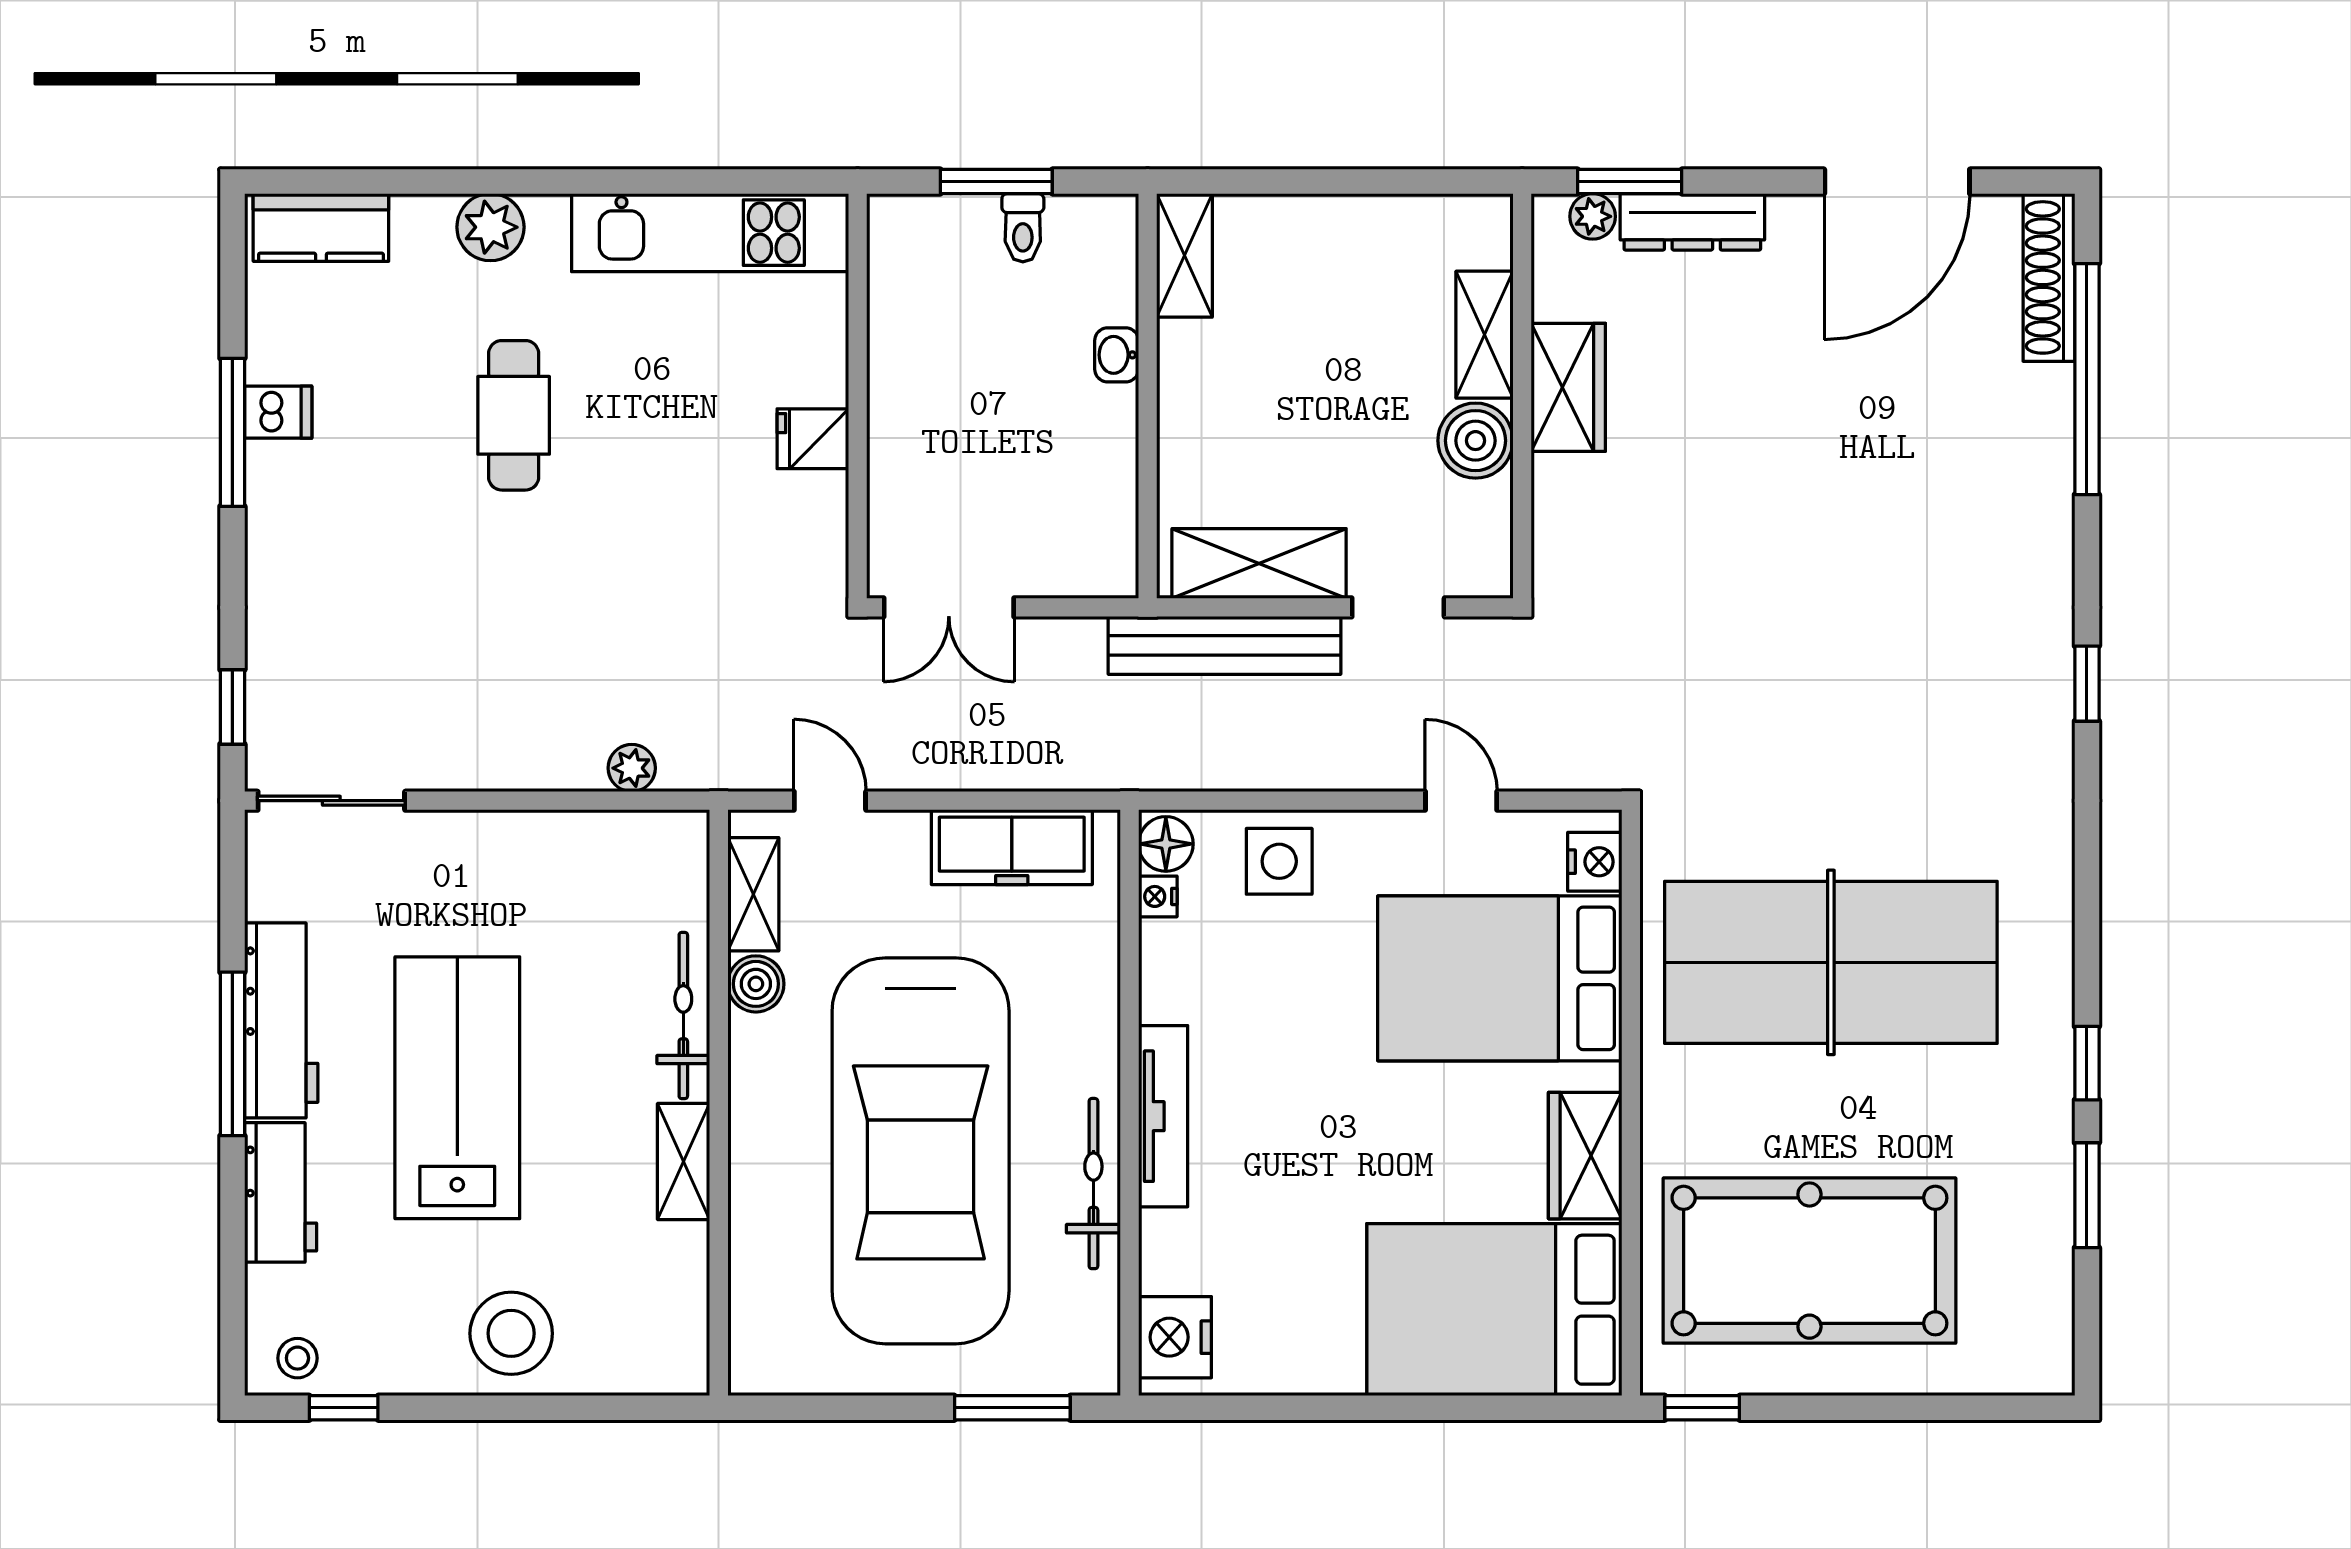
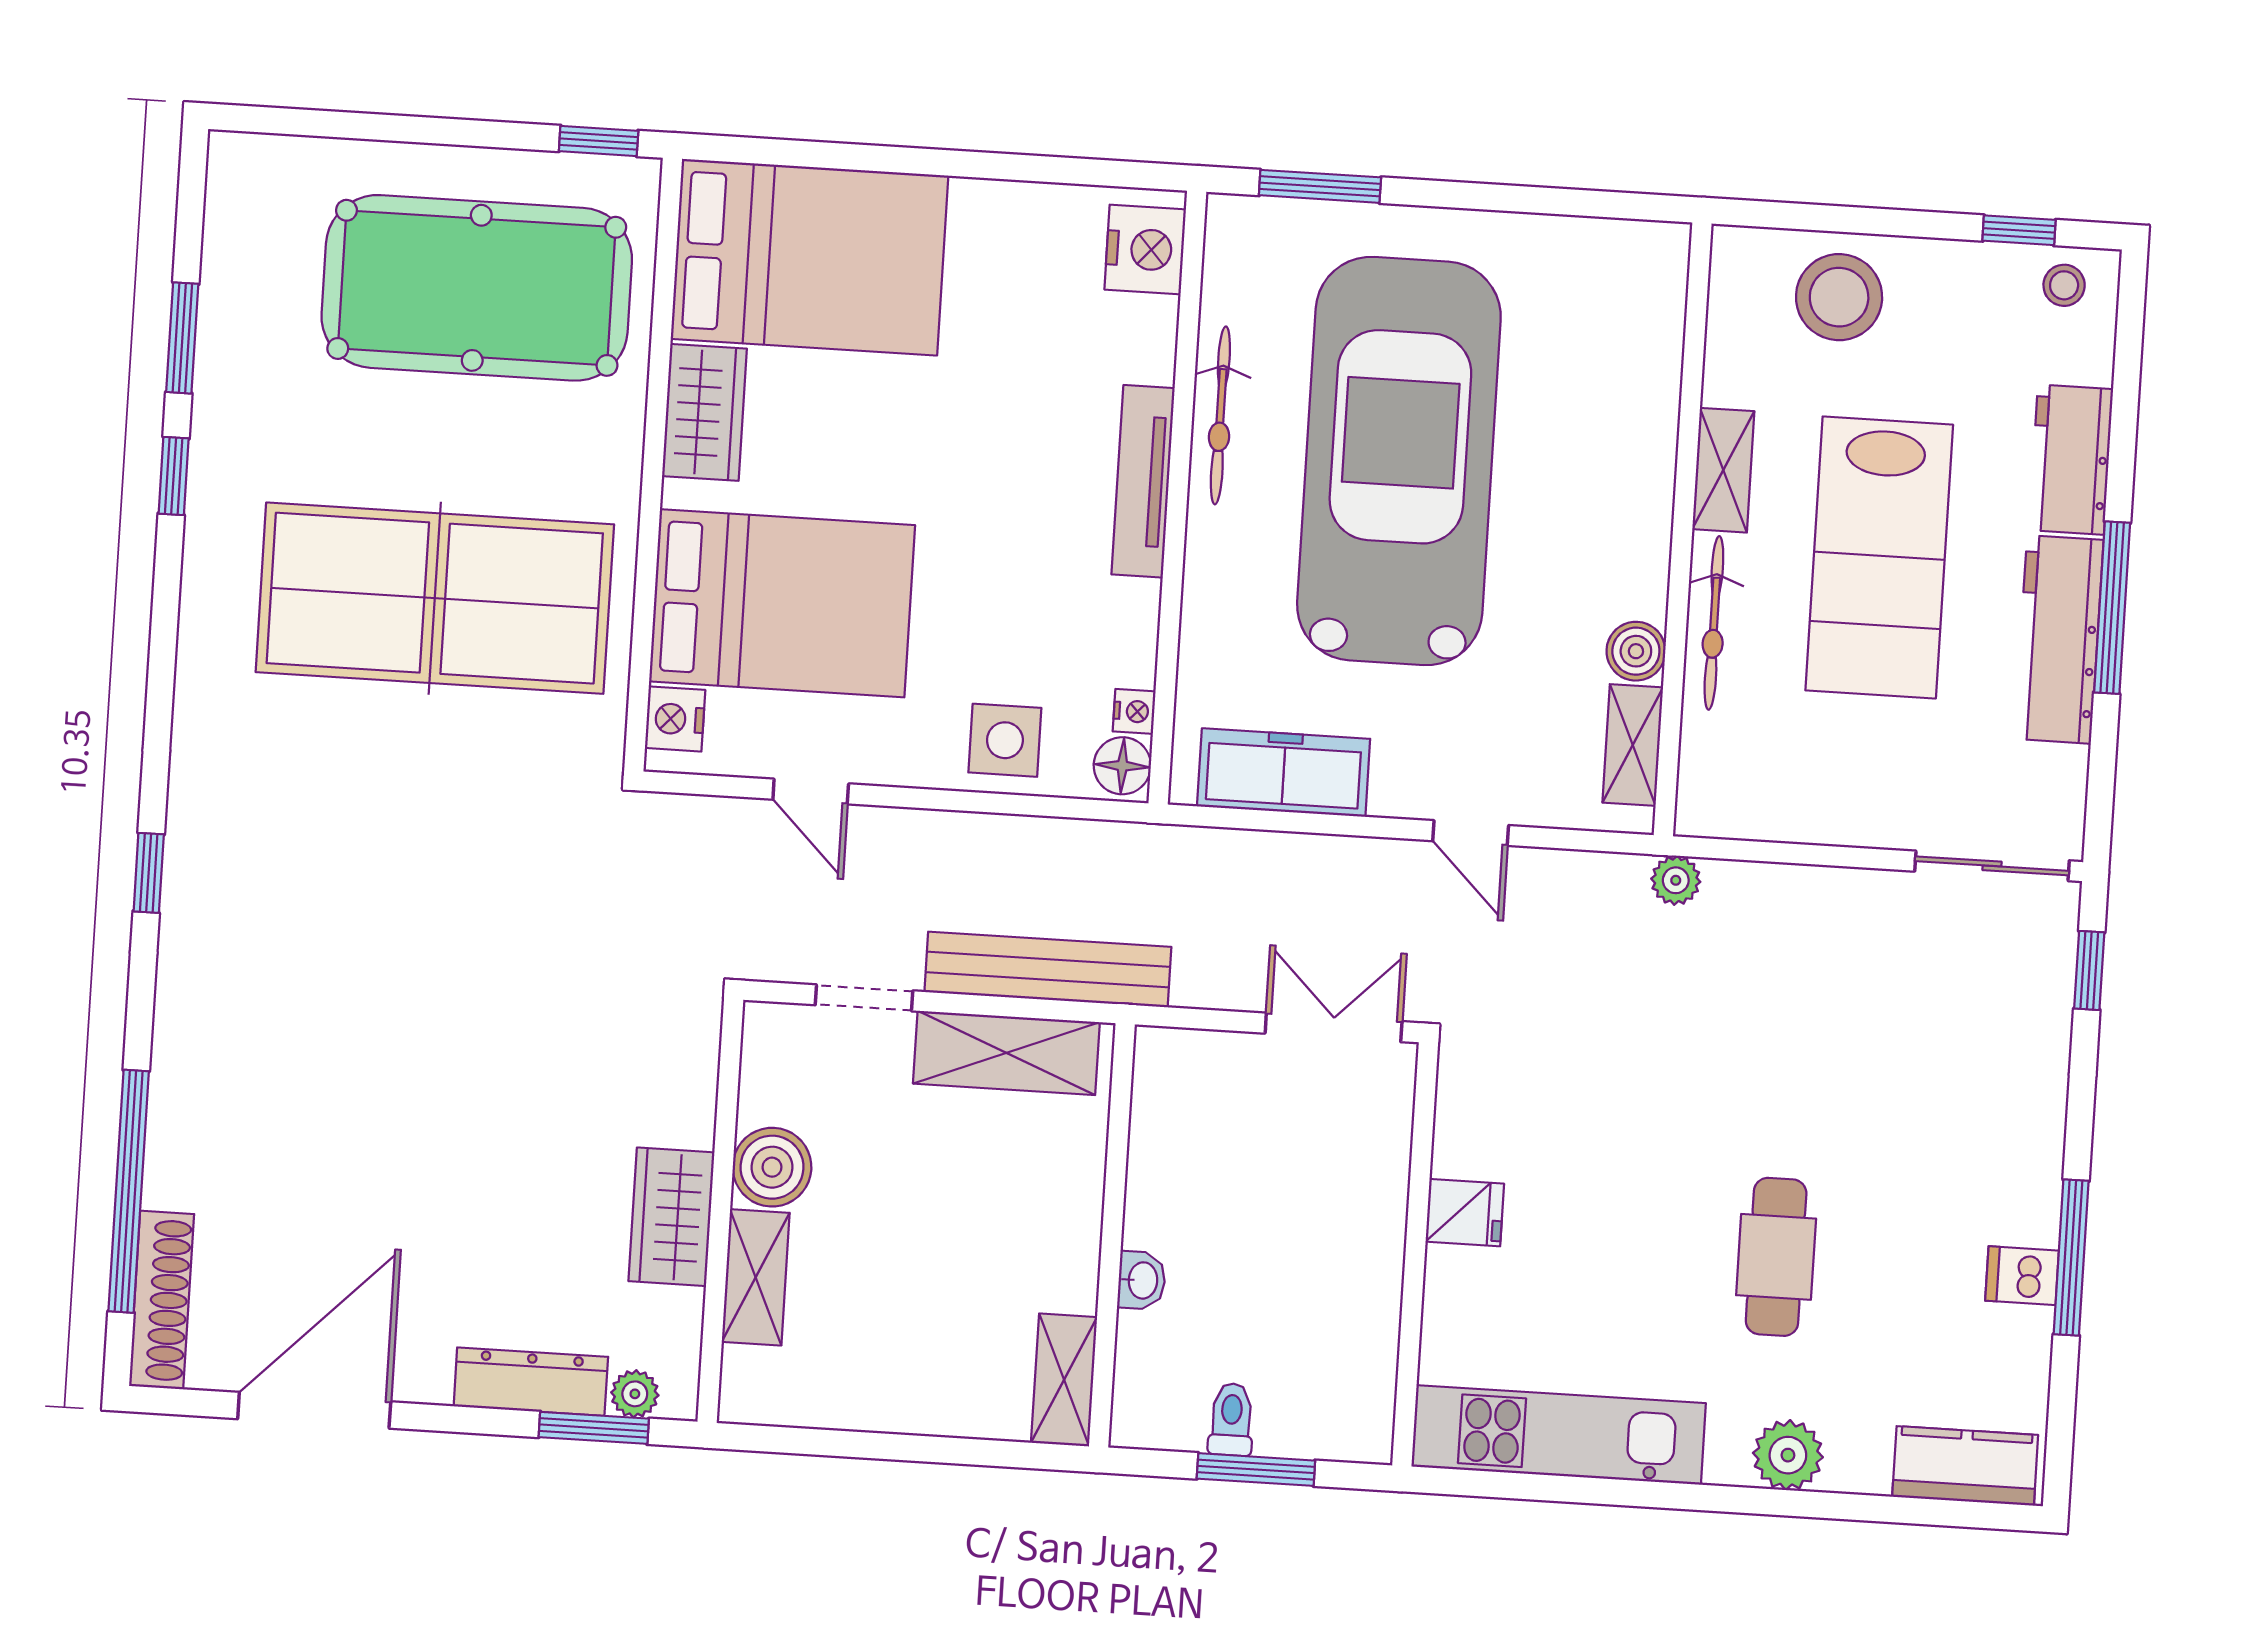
shelving: (753, 894) -> (1633, 745), moved
boiler: (756, 984) -> (1636, 651), moved
bicycle: (683, 1016) -> (1714, 623), moved
wall: (719, 1103) -> (1683, 529), moved
shelving: (684, 1162) -> (1723, 470), moved

